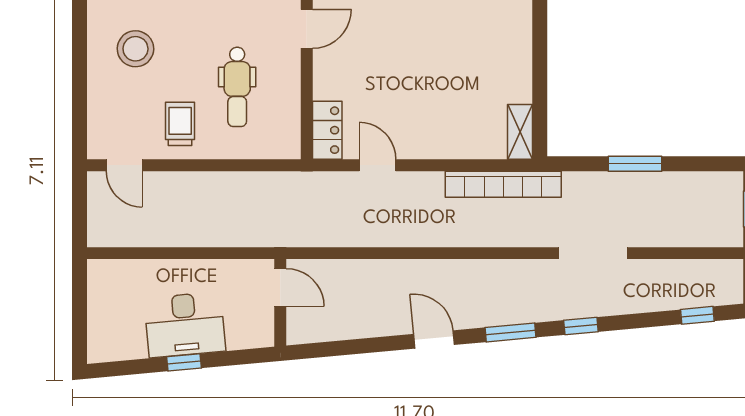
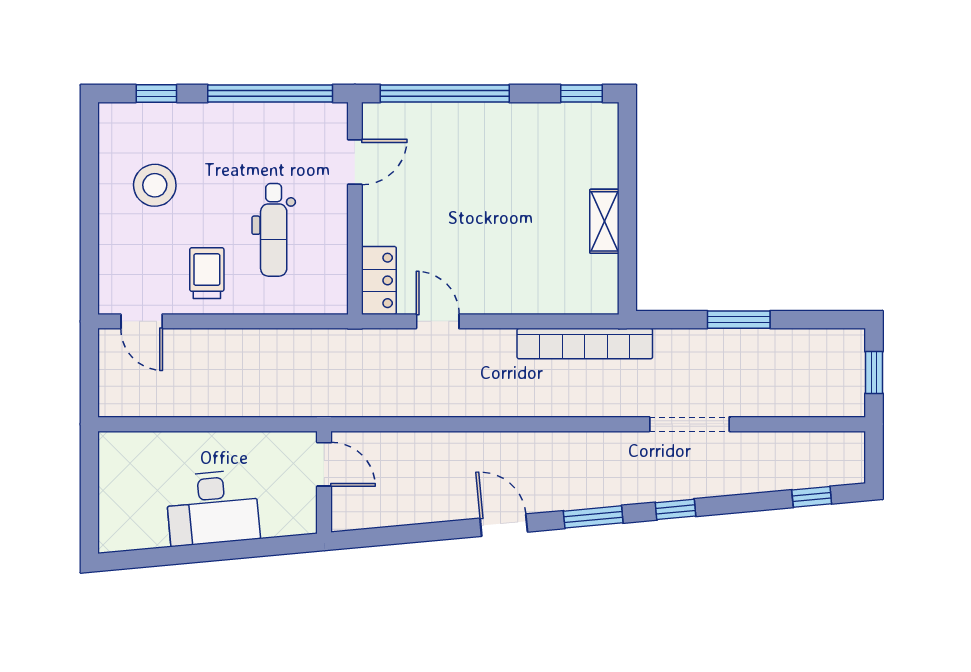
shelving: (520, 132) -> (604, 221), moved
window: (184, 362) -> (211, 552), removed

